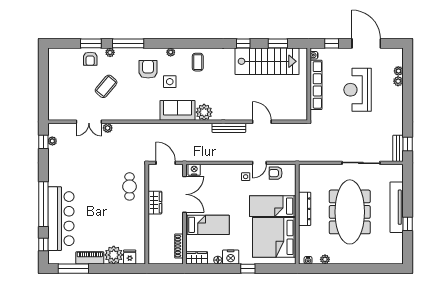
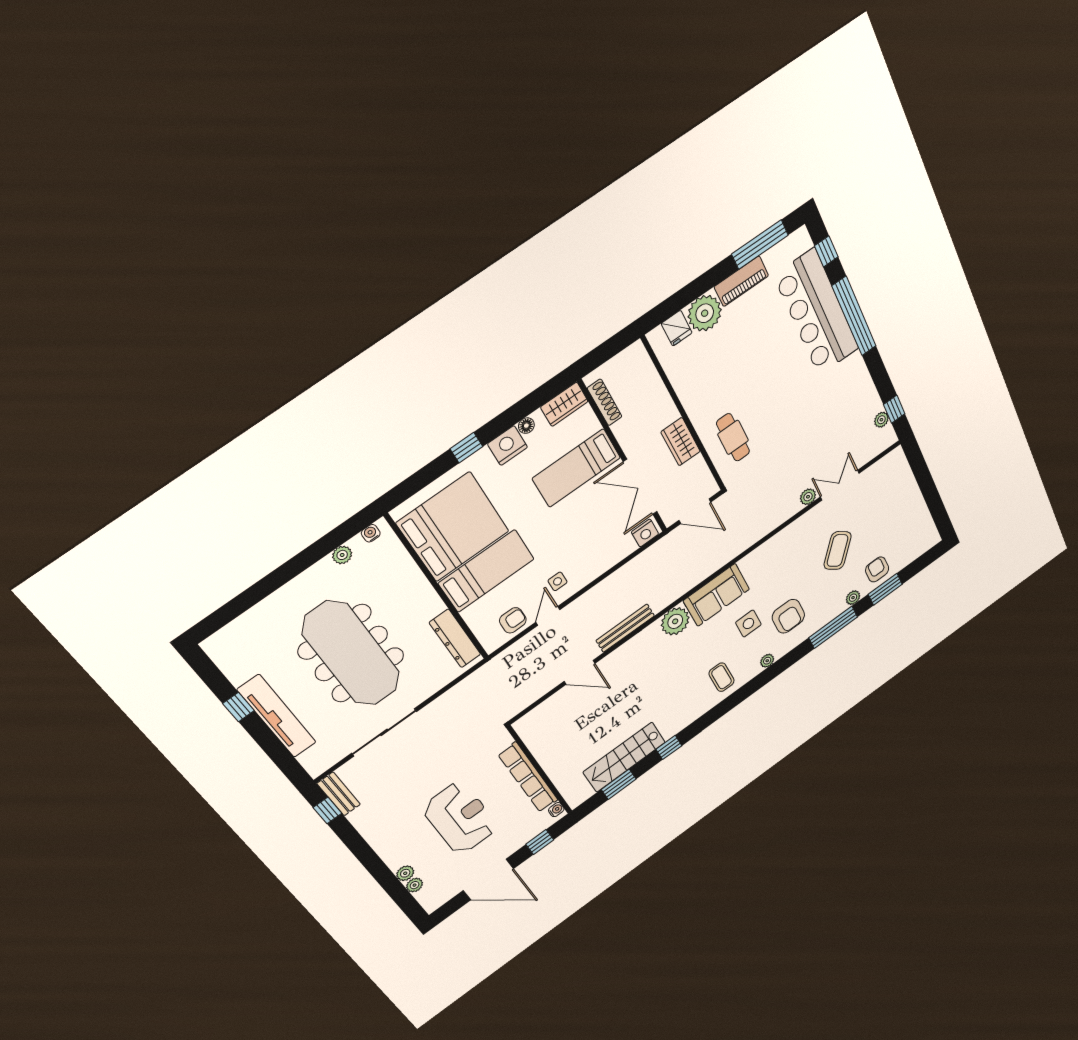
stairs: (267, 61) -> (624, 757), width x0.73, depth x0.66
dresser: (305, 209) -> (455, 638), moved

